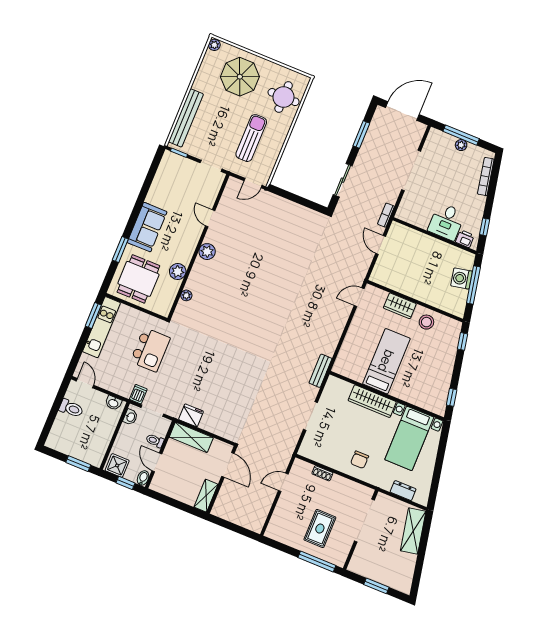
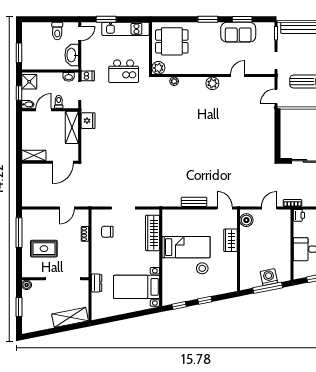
door: (253, 183) -> (276, 96), hinge flipped
window: (146, 186) -> (242, 19), added
sofa: (147, 227) -> (238, 32), moved
printer: (465, 239) -> (299, 215), moved
window: (120, 250) -> (208, 19), moved
plant: (178, 272) -> (158, 68), moved
boiler: (384, 277) -> (246, 220), added
window: (93, 315) -> (106, 19), moved
stool: (426, 322) -> (202, 268), moved
window: (462, 341) -> (205, 300), moved
bench: (321, 371) -> (194, 202), moved
wardrobe: (372, 401) -> (153, 233), moved
washbasin: (113, 403) -> (72, 55), width x1.91, depth x1.45
chair: (360, 460) -> (107, 232), moved
door: (283, 482) -> (67, 208), swing flipped
dresser: (403, 491) -> (97, 283), moved
window: (317, 561) -> (19, 233), moved
boiler: (354, 566) -> (27, 285), added

